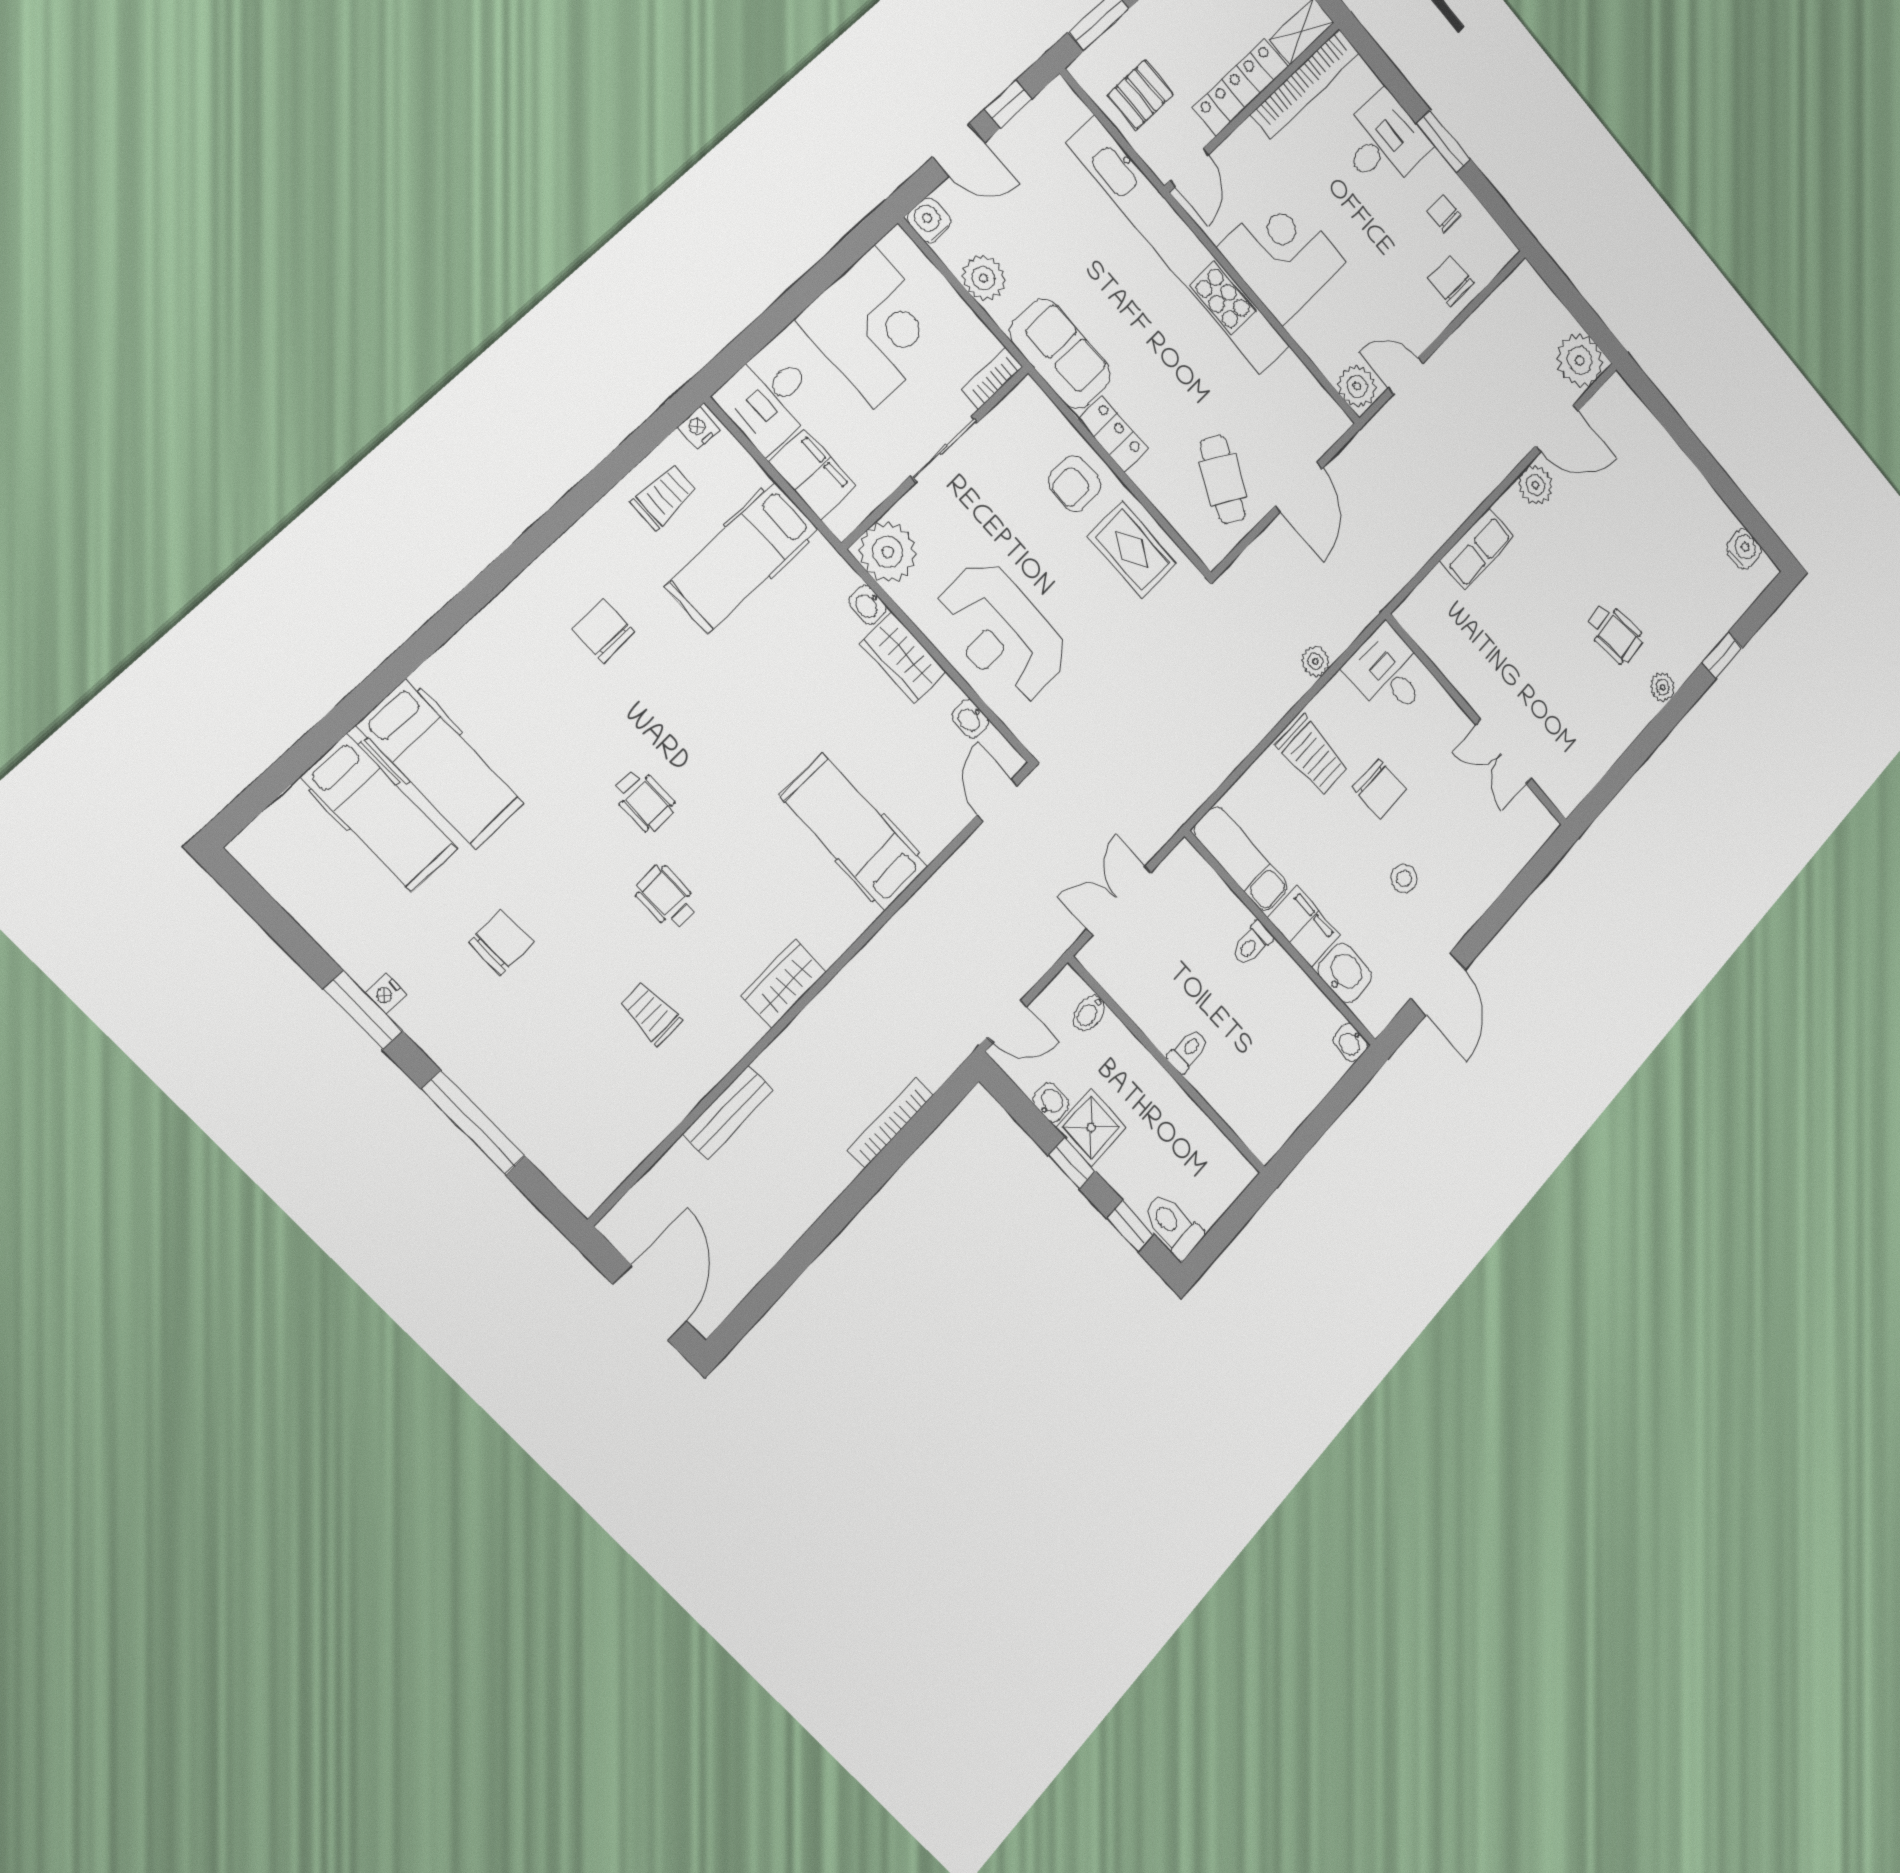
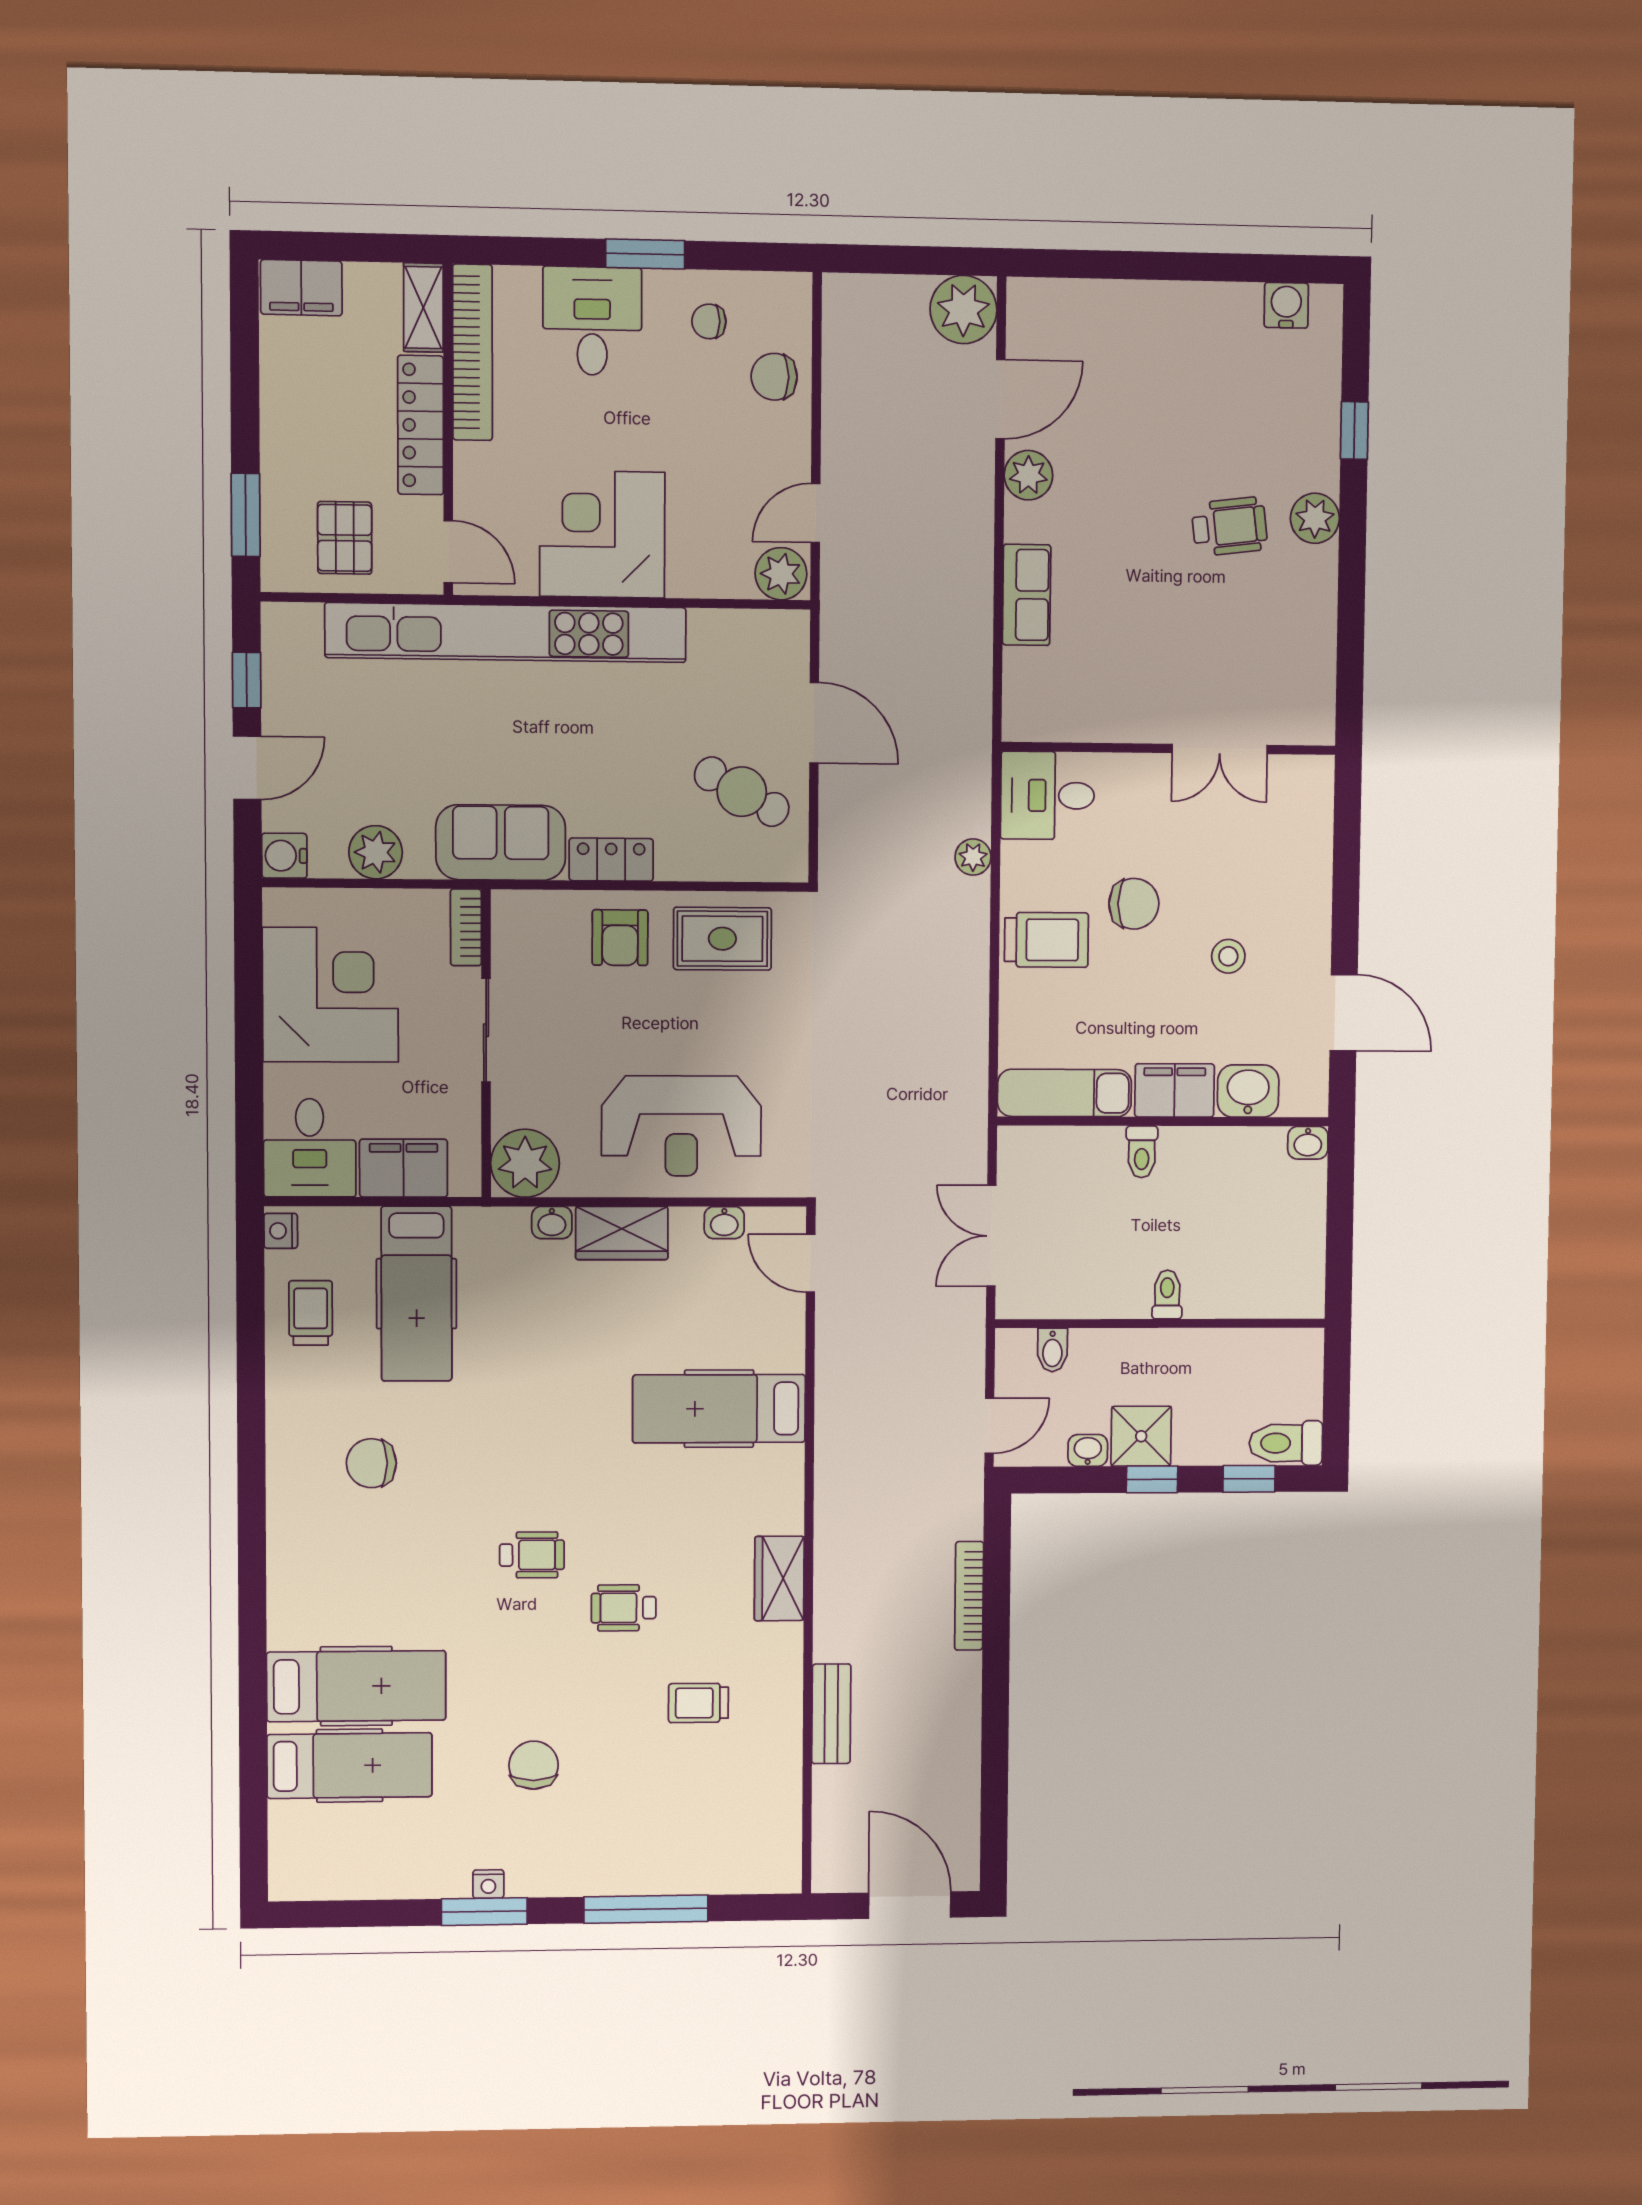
plant: (1663, 687) -> (1315, 518), width x1.38, depth x1.38

